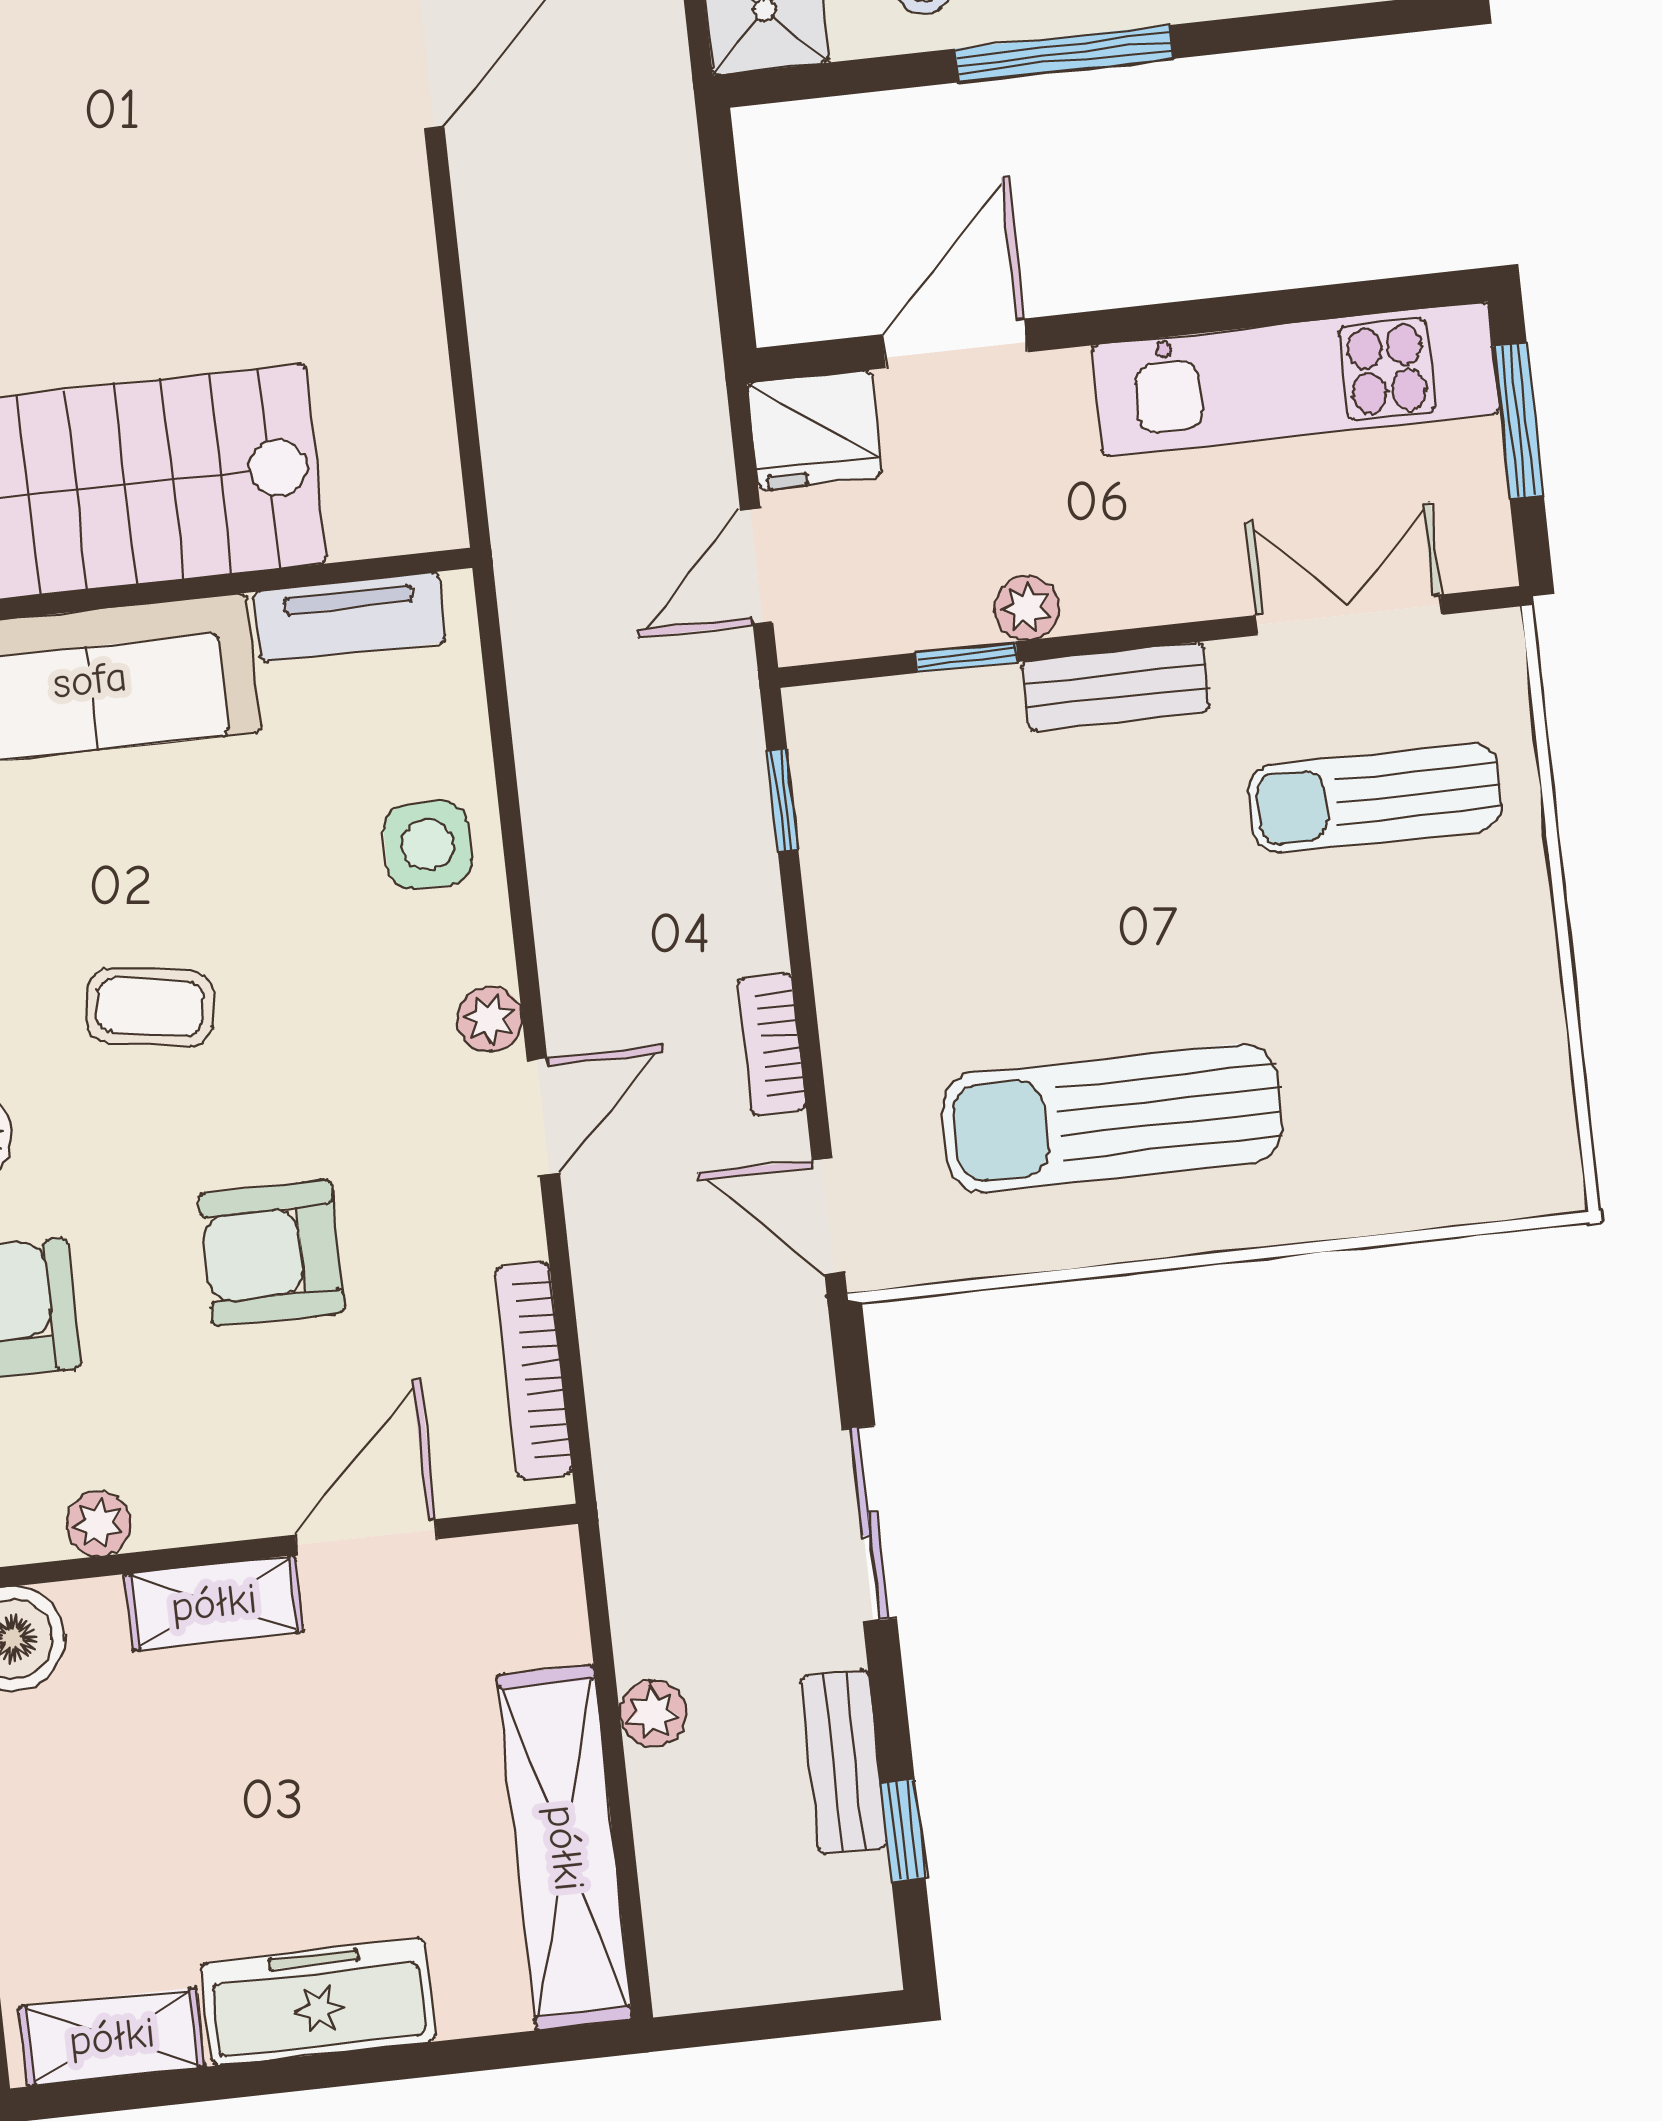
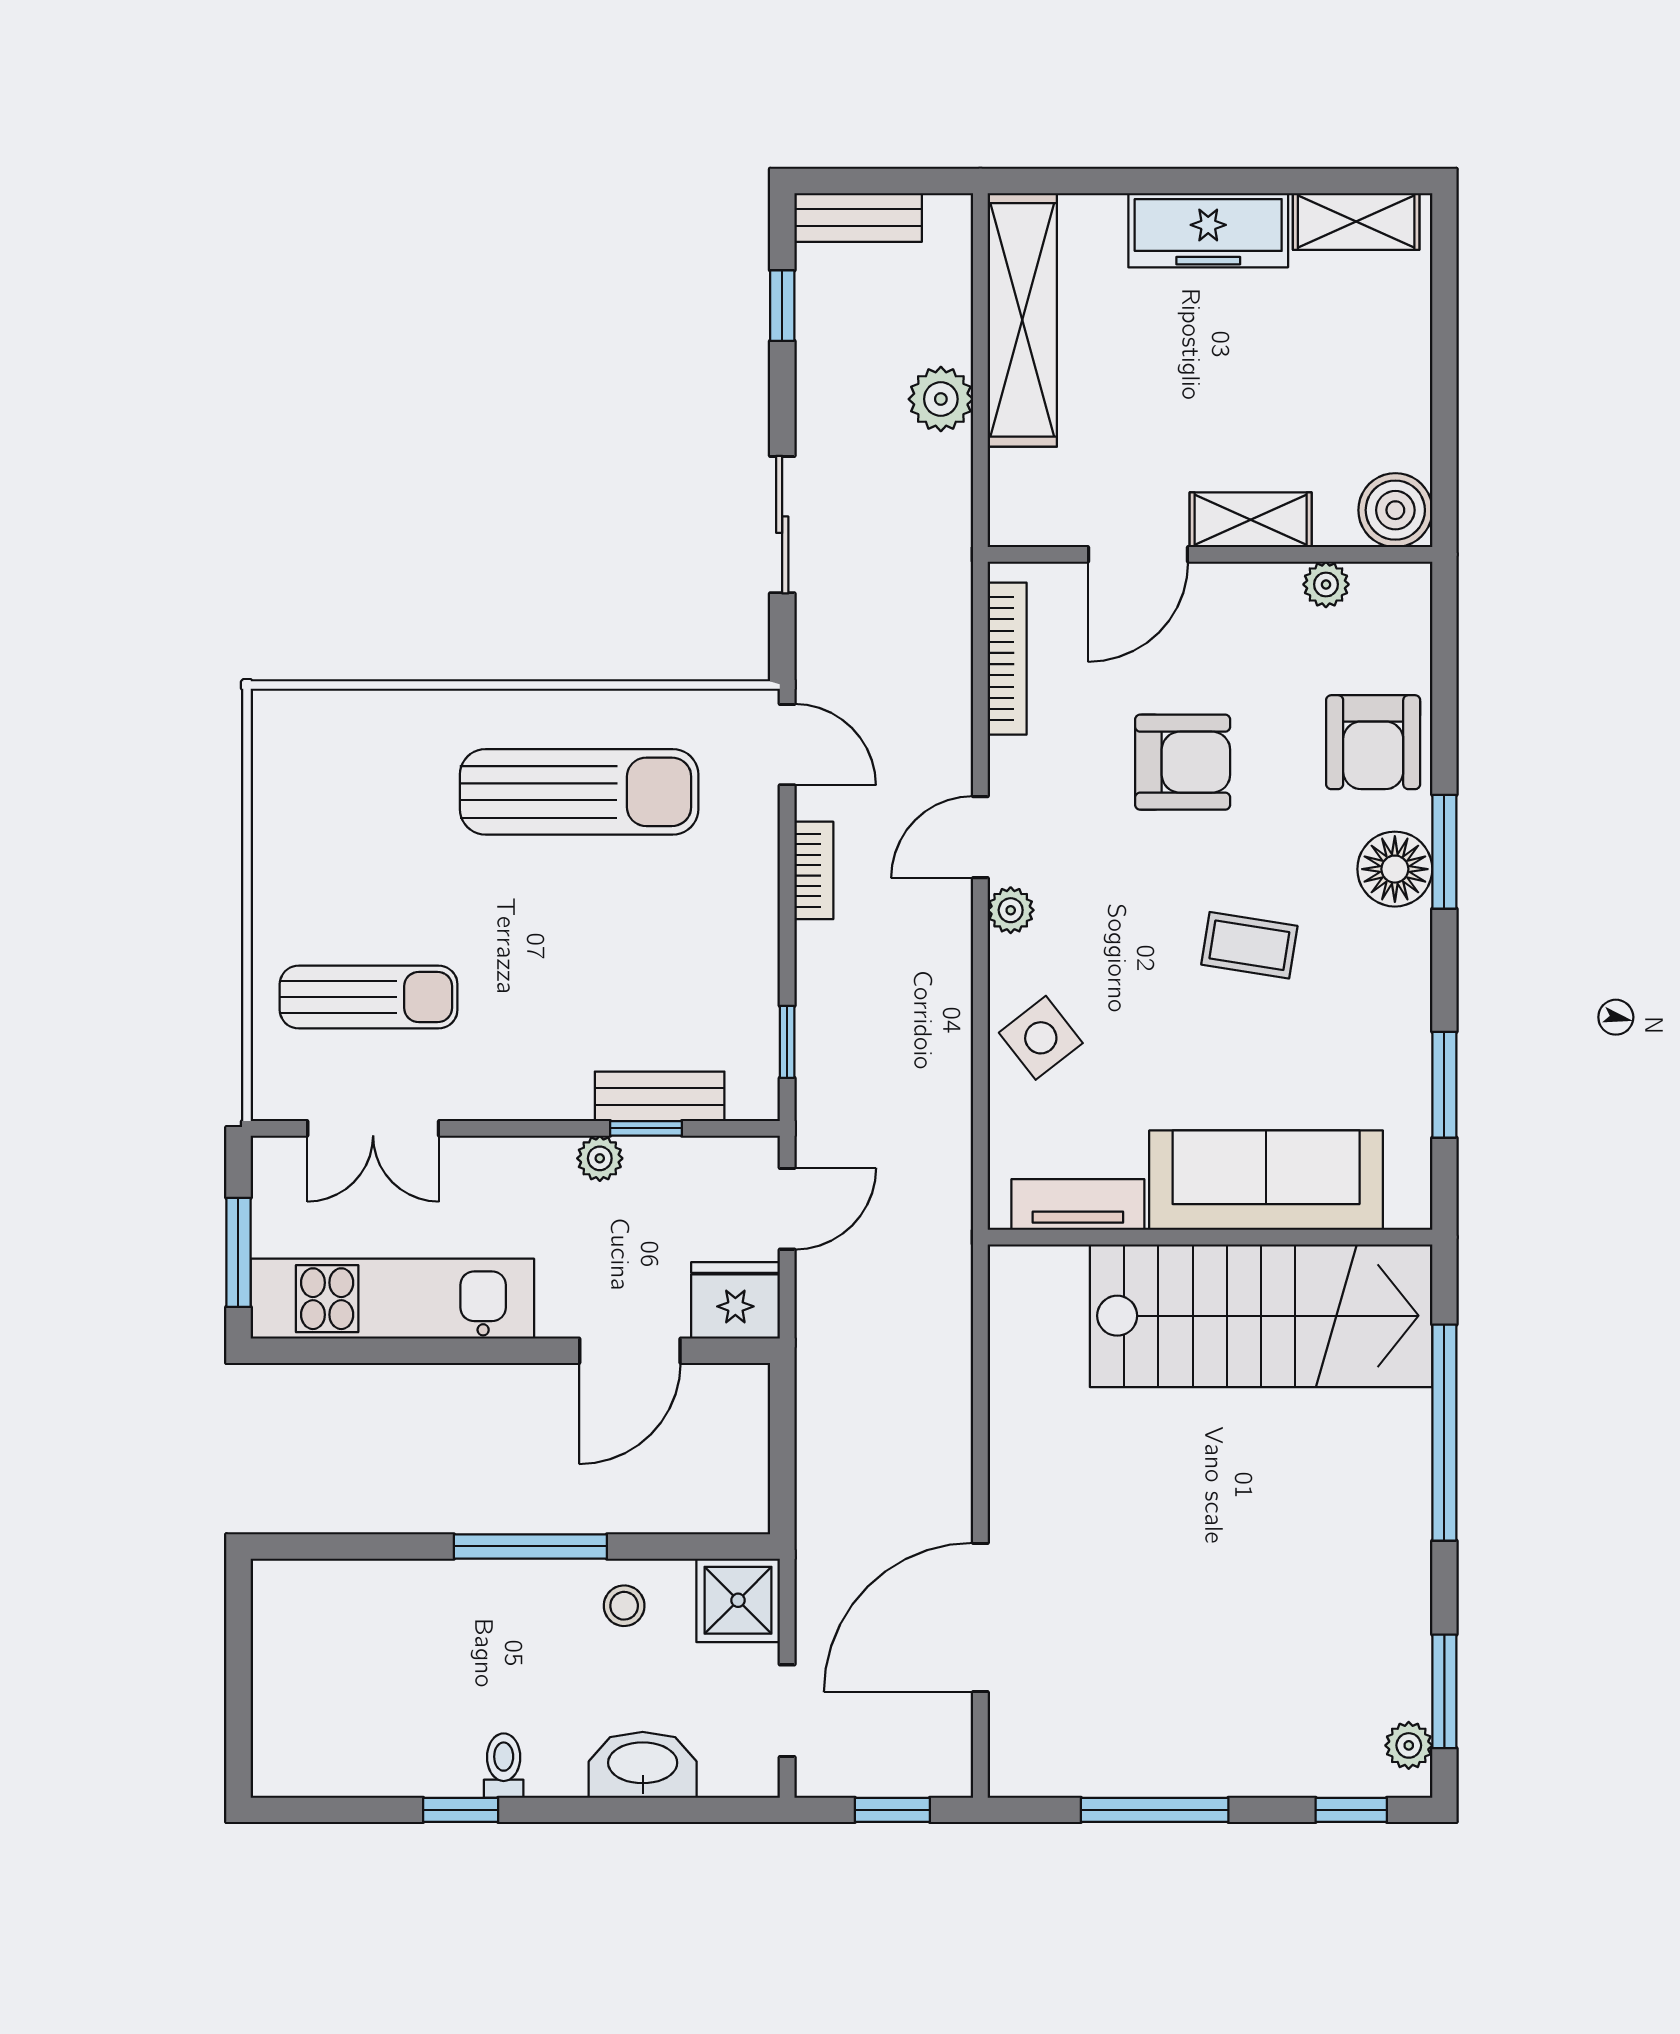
bench: (1116, 686) -> (660, 1096), moved
side table: (428, 845) -> (1041, 1038), turned -38
plant: (653, 1713) -> (941, 399), width x1.38, depth x1.38
bench: (844, 1762) -> (858, 217), moved, turned 90

